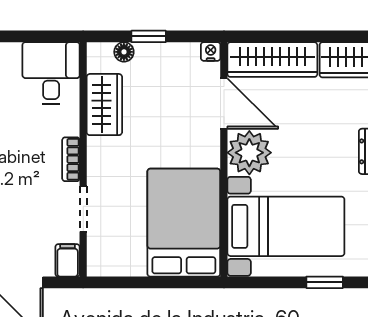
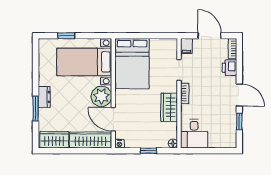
floor lamp: (124, 52) -> (173, 144), moved
wardrobe: (104, 105) -> (169, 107), moved

